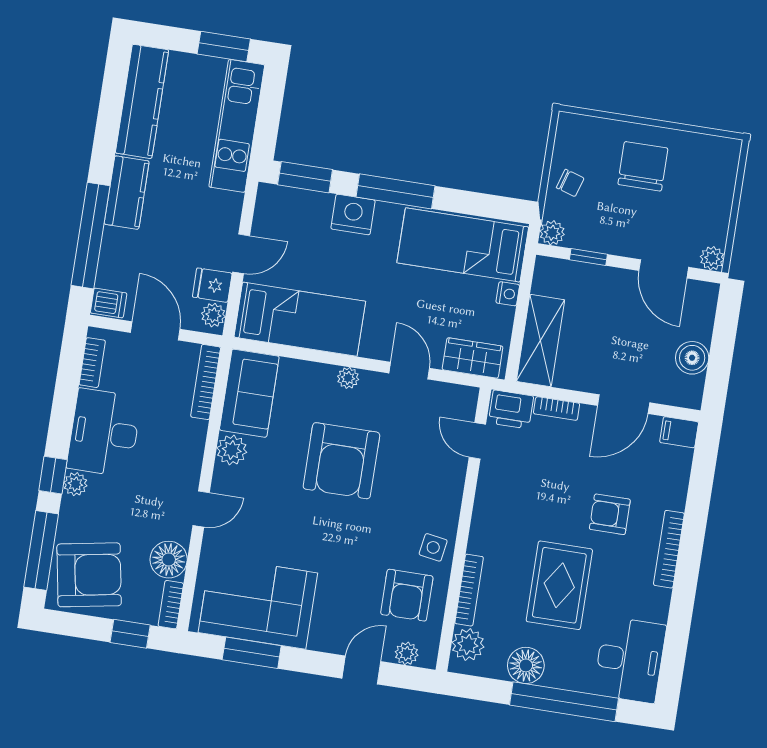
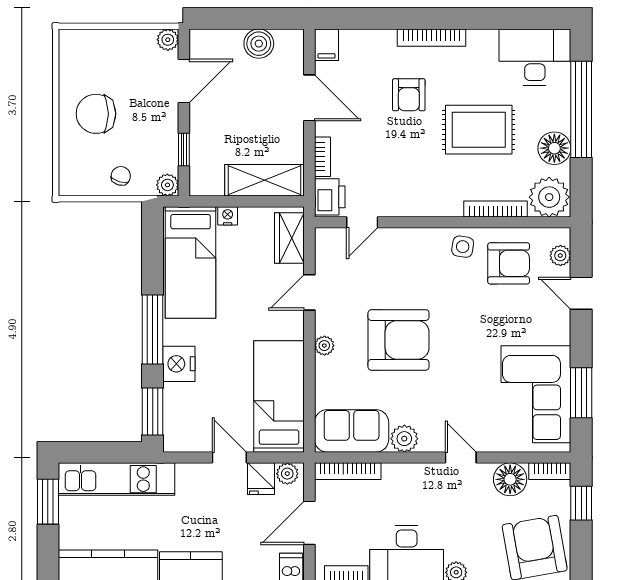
plant: (468, 645) -> (549, 197), width x1.36, depth x1.36

